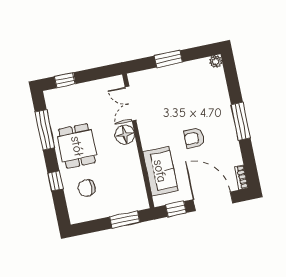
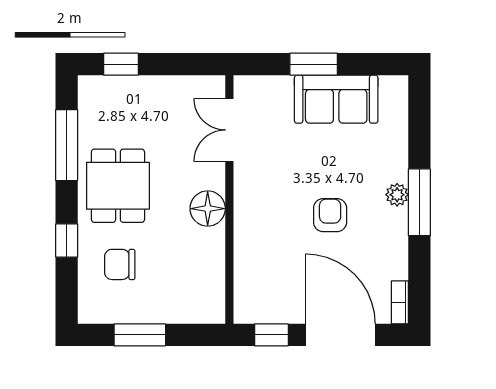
plant: (216, 61) -> (397, 195), moved
floor lamp: (125, 135) -> (208, 209), moved
armchair: (194, 138) -> (330, 215), turned 90
sofa: (160, 171) -> (336, 99), moved, turned 90
window: (125, 220) -> (140, 335), moved

